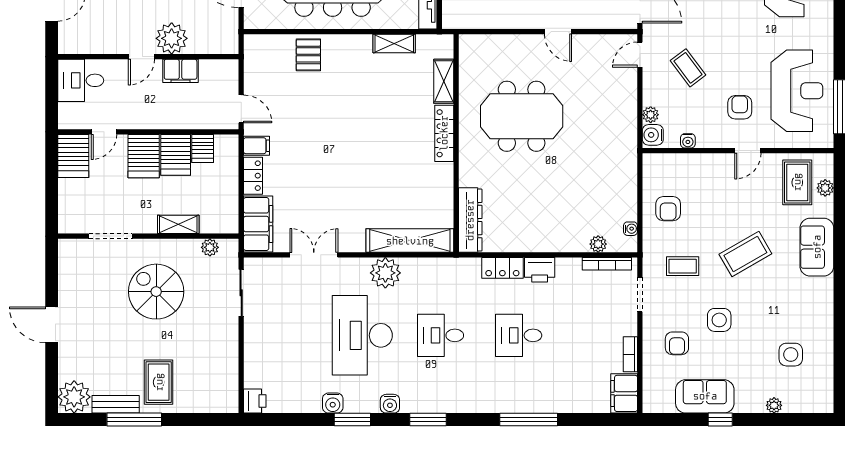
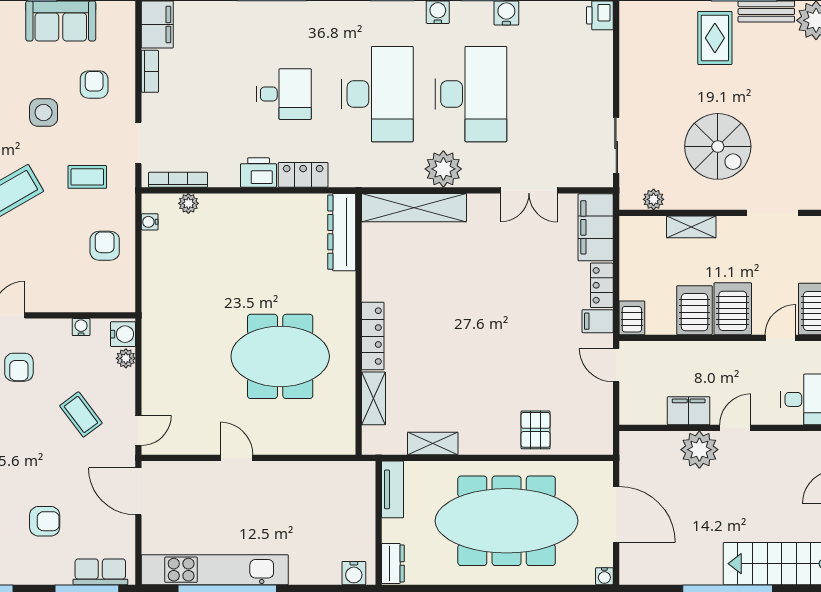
server rack: (203, 148) -> (632, 318), moved
desk: (441, 335) -> (377, 94), width x1.87, depth x1.30

